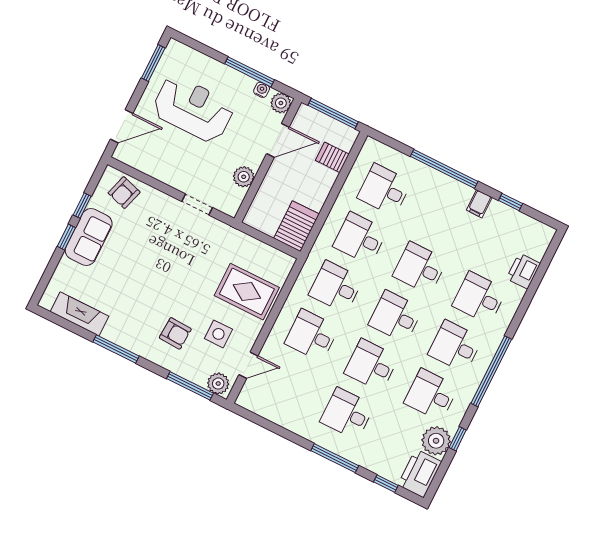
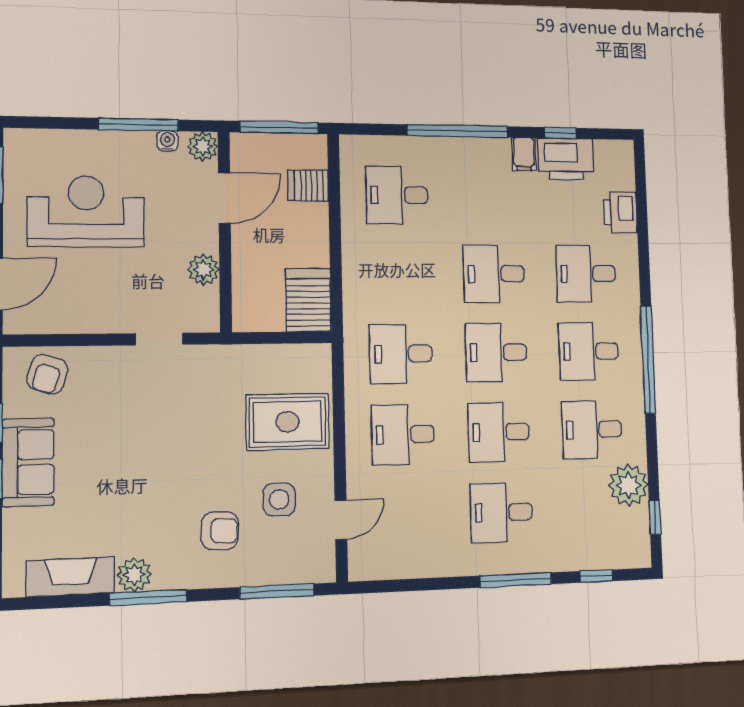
desk: (360, 238) -> (399, 274), removed
plant: (218, 384) -> (134, 575), moved
window: (458, 439) -> (655, 518), moved
printer: (420, 473) -> (566, 159), moved, turned -90

